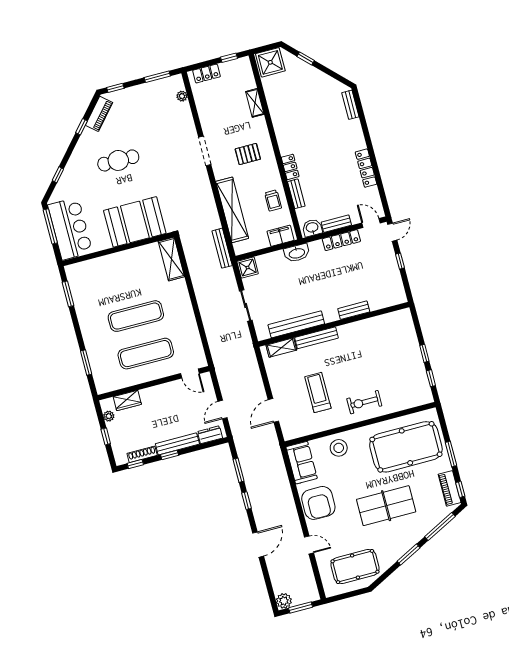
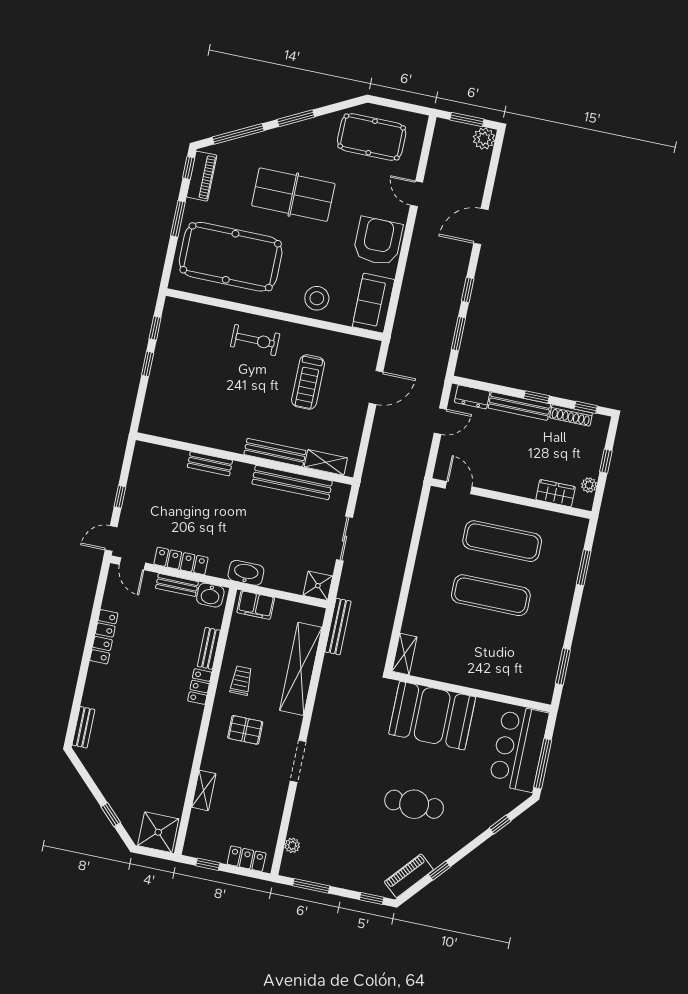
trolley: (273, 200) -> (241, 681), moved
shelving: (171, 259) -> (404, 654), width x0.67, depth x0.75

